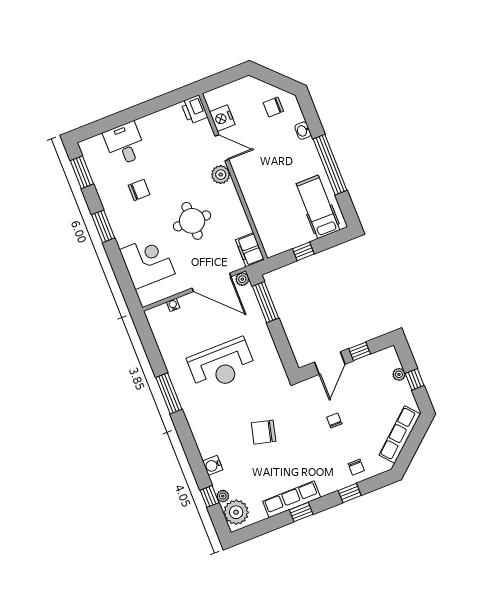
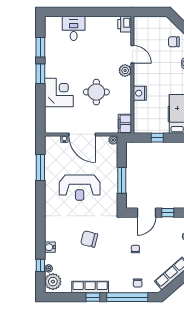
nightstand: (222, 118) -> (140, 93), moved
window: (82, 172) -> (40, 47), moved
chair: (139, 190) -> (71, 60), removed
corner desk: (147, 262) -> (59, 92), moved
door: (212, 282) -> (82, 134), moved
window: (265, 302) -> (122, 180), moved
window: (169, 393) -> (40, 168), moved
window: (350, 493) -> (127, 297), width x3.17

